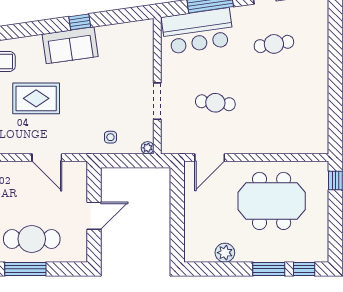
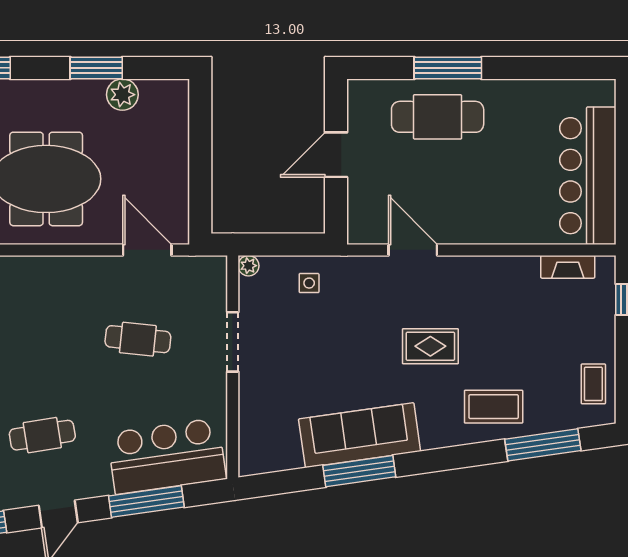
window: (80, 22) -> (359, 471), width x2.17
sofa: (70, 45) -> (360, 435), width x1.36
rug: (36, 98) -> (430, 346), width x0.73, depth x0.70
door: (210, 157) -> (147, 250), hinge flipped
window: (269, 269) -> (96, 68), moved

